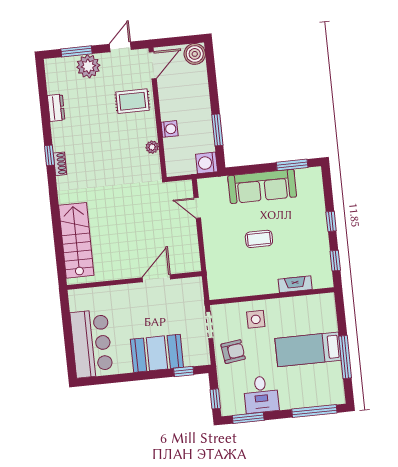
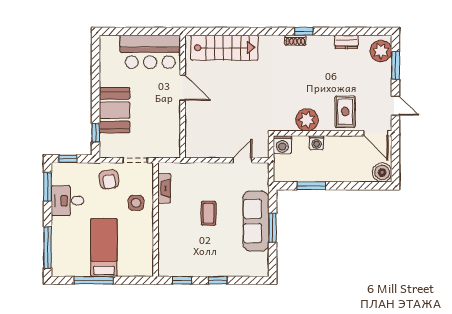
plant: (88, 66) -> (381, 51), moved
plant: (152, 147) -> (307, 120), width x1.87, depth x1.87
washing machine: (207, 163) -> (282, 145), moved, turned 180
window: (292, 165) -> (273, 228), moved
door: (156, 278) -> (183, 88), moved
fireplace: (295, 284) -> (164, 188), moved
bar counter: (91, 344) -> (150, 52), moved

